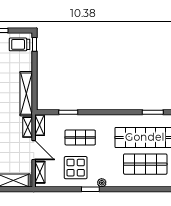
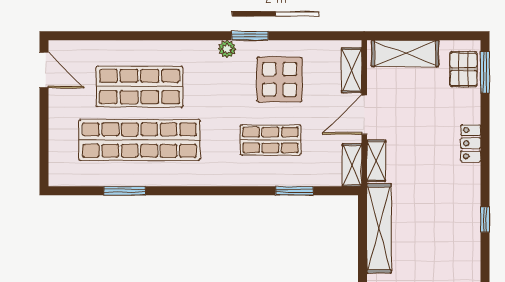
door: (34, 150) -> (364, 115), hinge flipped

